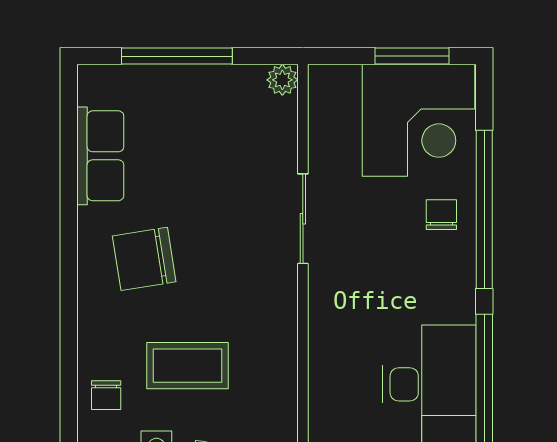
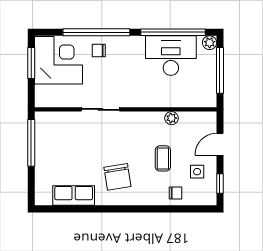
window: (177, 56) -> (31, 143), moved
plant: (282, 80) -> (172, 118), moved
coffee table: (188, 366) -> (163, 158), width x0.73, depth x0.77

